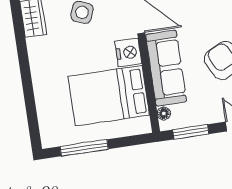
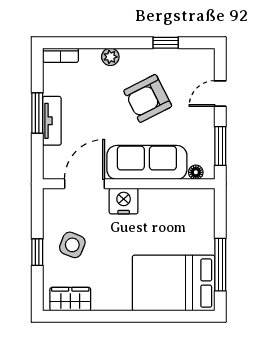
bed: (109, 96) -> (174, 283), moved, turned 90

